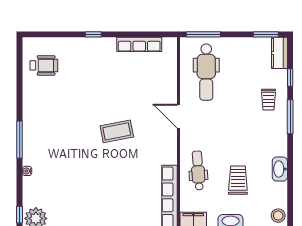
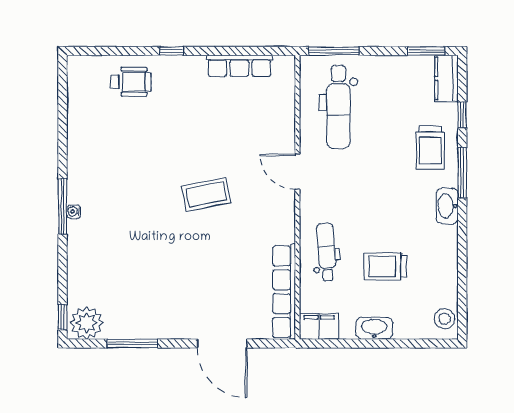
wheelchair: (44, 65) -> (131, 82), moved
trolley: (268, 100) -> (430, 148), width x1.36, depth x1.39
washbasin: (280, 169) -> (447, 206), moved
water cooler: (27, 171) -> (74, 212), moved
trolley: (238, 180) -> (385, 266), turned -90

